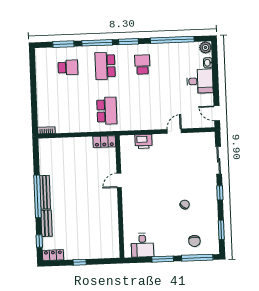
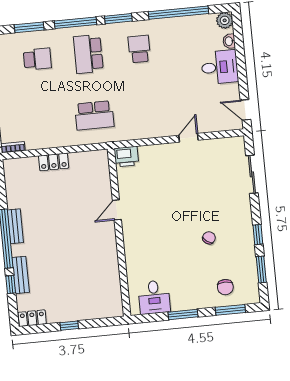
school desk: (107, 111) -> (94, 115), turned 90
printer: (143, 141) -> (126, 157), moved
locker: (104, 142) -> (54, 162), moved
bench: (45, 192) -> (15, 226), width x0.73
window: (220, 193) -> (258, 235), moved
window: (39, 241) -> (11, 284), moved
window: (197, 258) -> (230, 310), width x0.69

